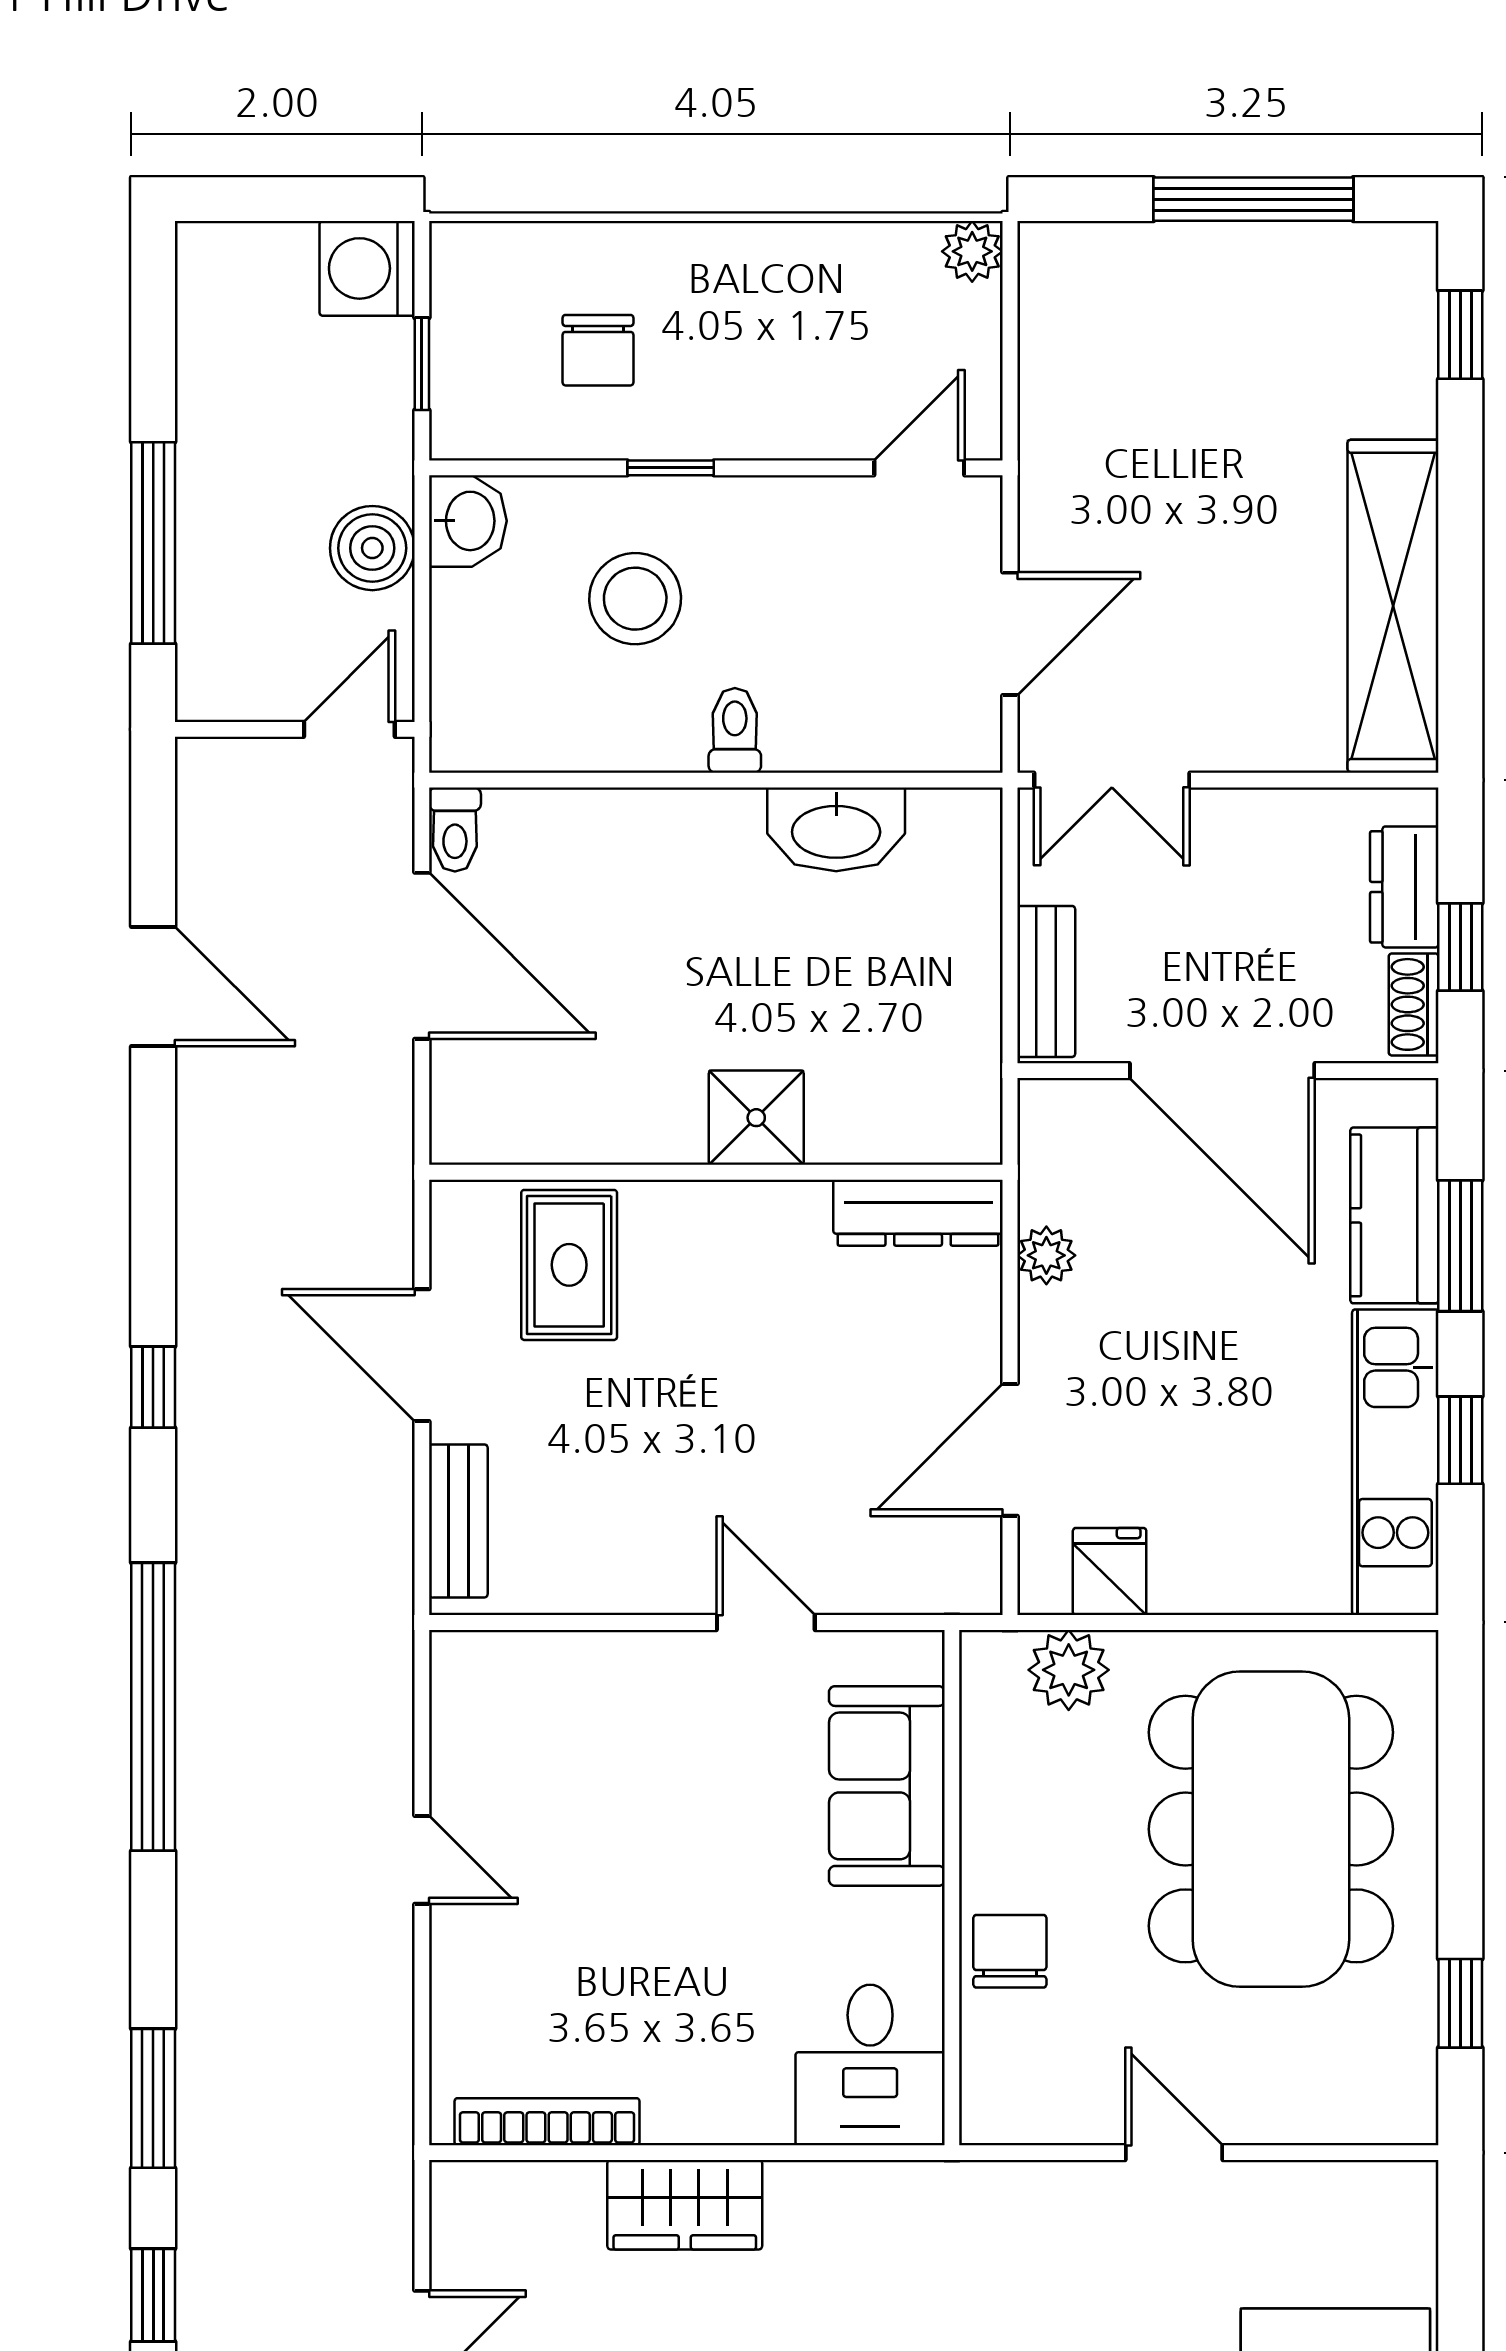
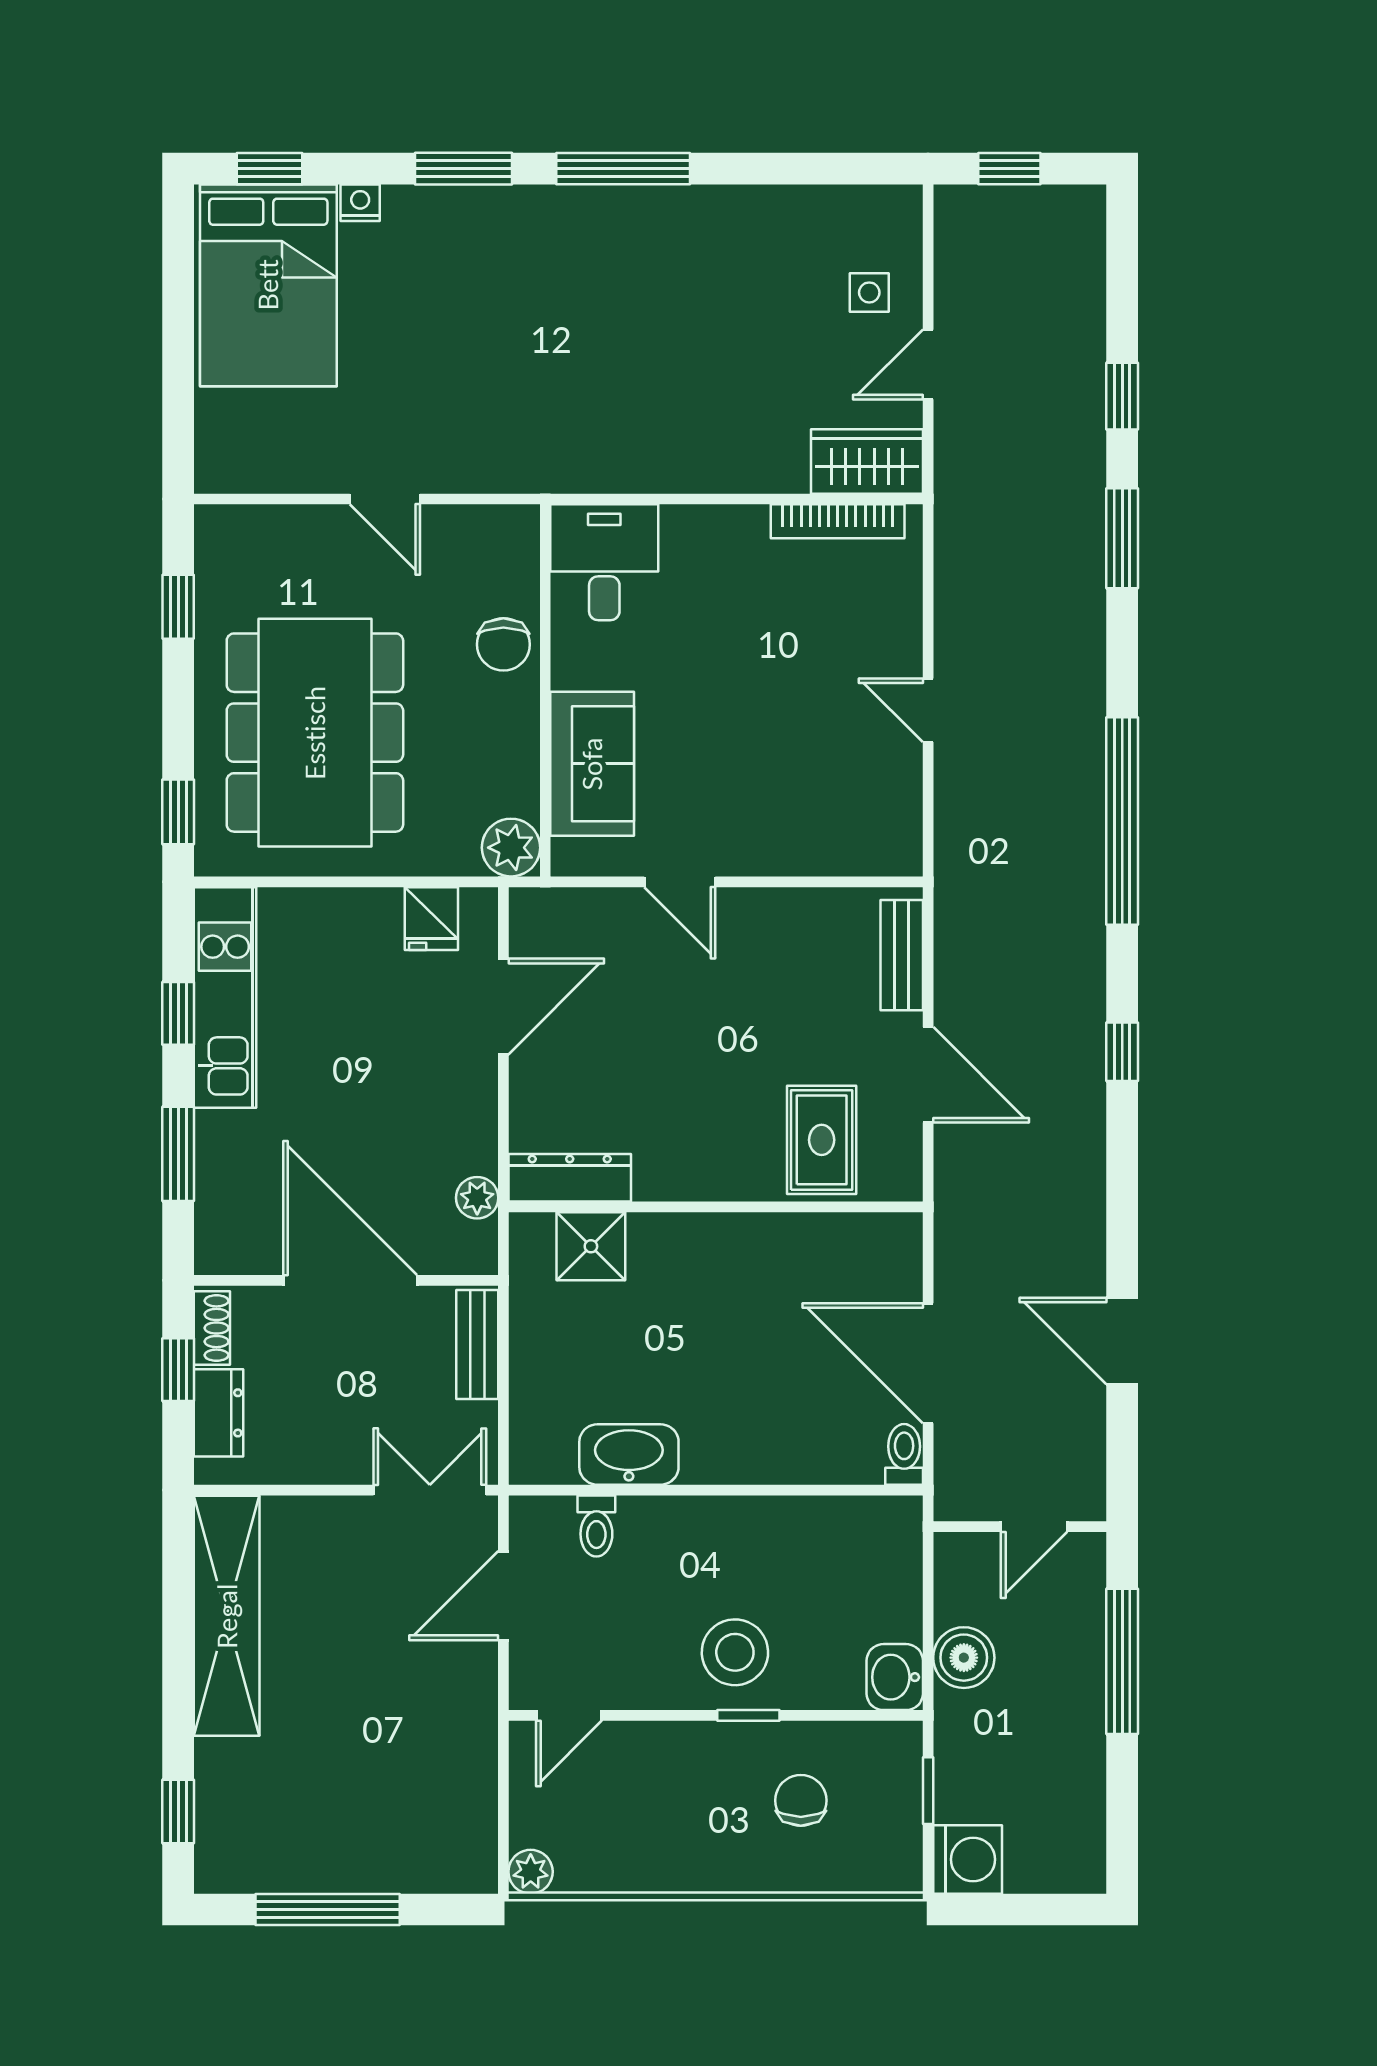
stool: (635, 599) -> (735, 1652), moved
door: (349, 729) -> (1034, 1527), moved
toilet: (735, 730) -> (596, 1526), moved
shower: (756, 1118) -> (591, 1246), moved
kitchen counter: (1394, 1215) -> (226, 1176), removed
plant: (1046, 1255) -> (477, 1198), moved
plant: (1069, 1670) -> (511, 848), moved
window: (1460, 1719) -> (178, 812), added
wardrobe: (685, 2205) -> (867, 461), moved

